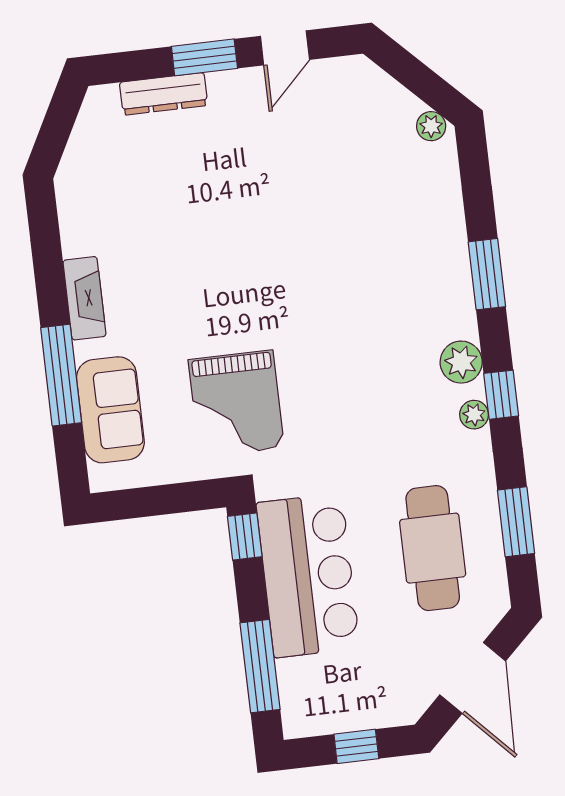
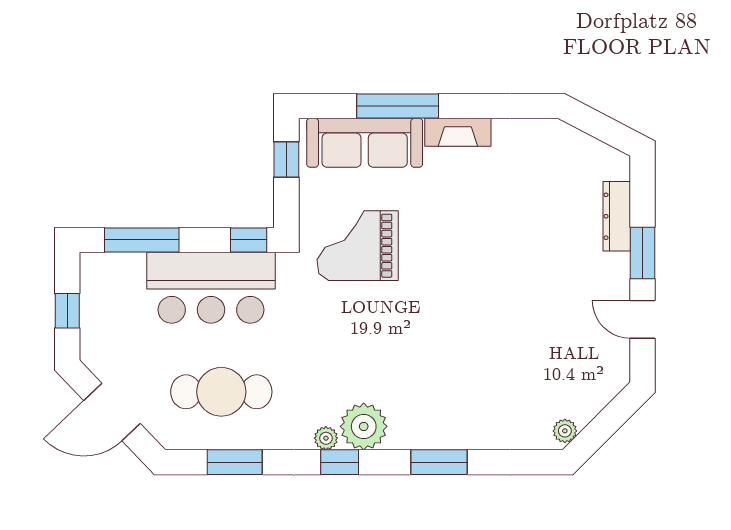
plant: (461, 362) -> (364, 426), width x1.36, depth x1.36
sofa: (110, 410) -> (365, 143), width x1.36
window: (142, 502) -> (286, 160), added

